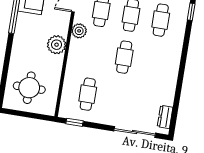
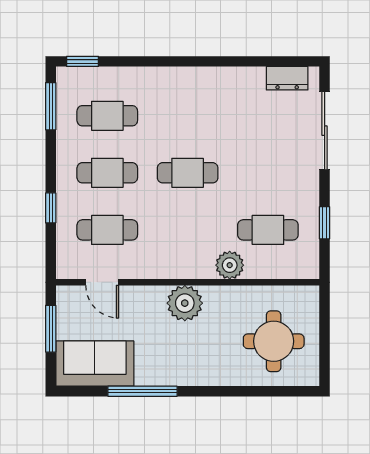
plant: (79, 31) -> (230, 265), moved
window: (74, 122) -> (325, 223), moved

